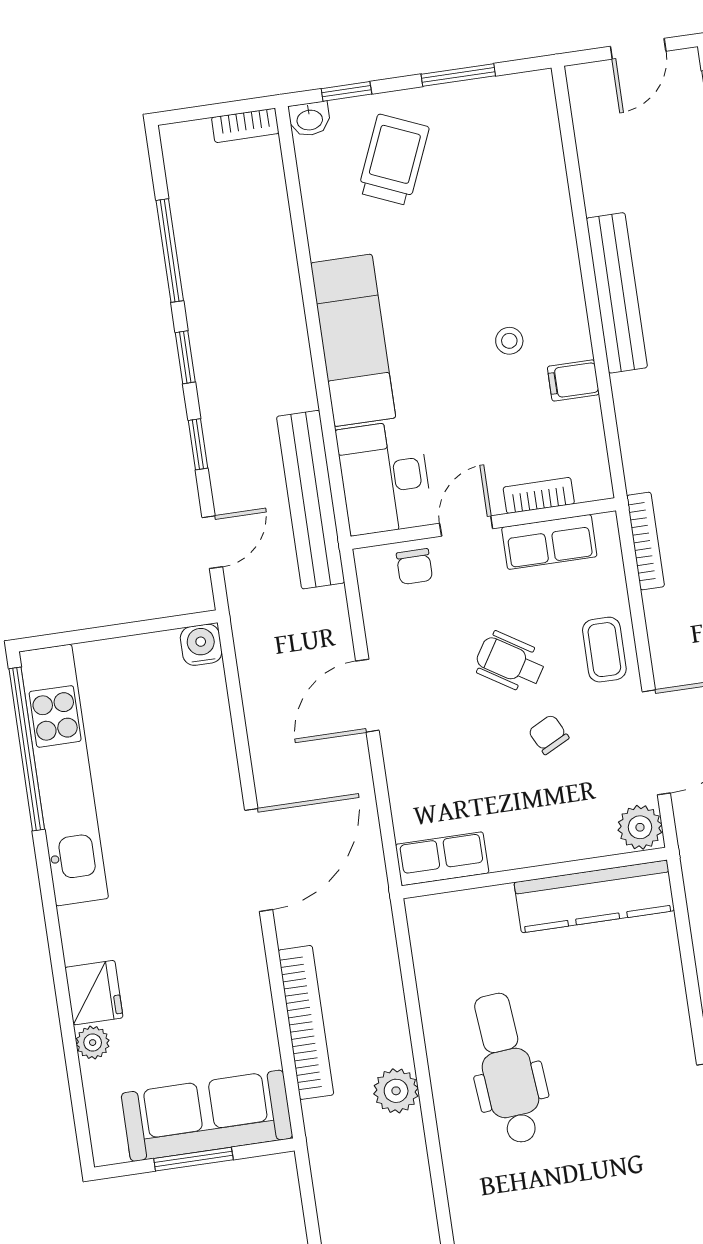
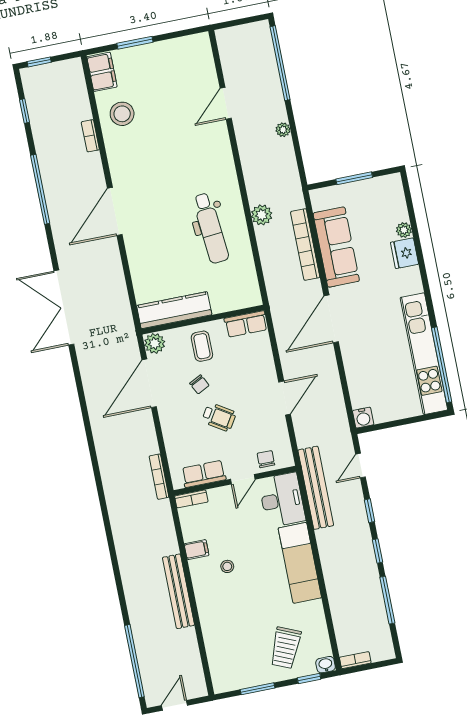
bookcase: (539, 495) -> (191, 499), moved
coffee table: (604, 650) -> (202, 346), moved
sofa: (207, 1116) -> (336, 247), moved, turned -90

